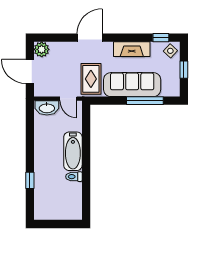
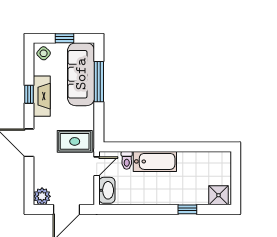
window: (161, 38) -> (29, 94), moved
sofa: (132, 85) -> (81, 74), moved
toilet: (74, 177) -> (127, 160), moved
shower: (42, 208) -> (219, 195), added

